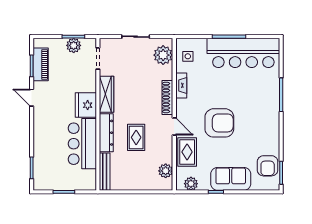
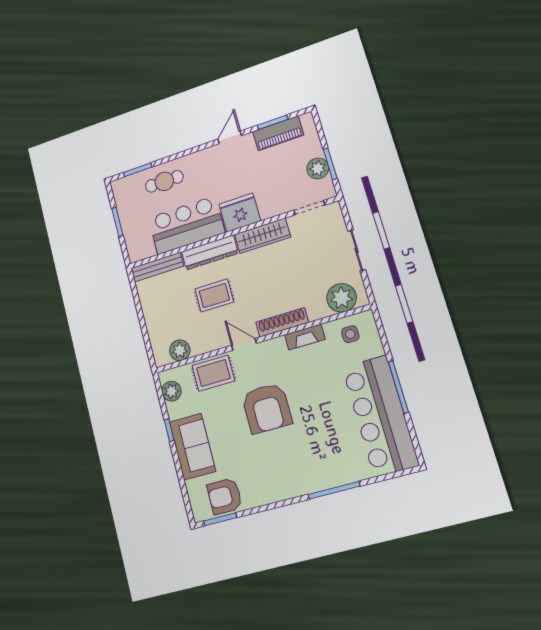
door: (174, 126) -> (244, 344), swing flipped
cafe table: (47, 151) -> (164, 181), added

